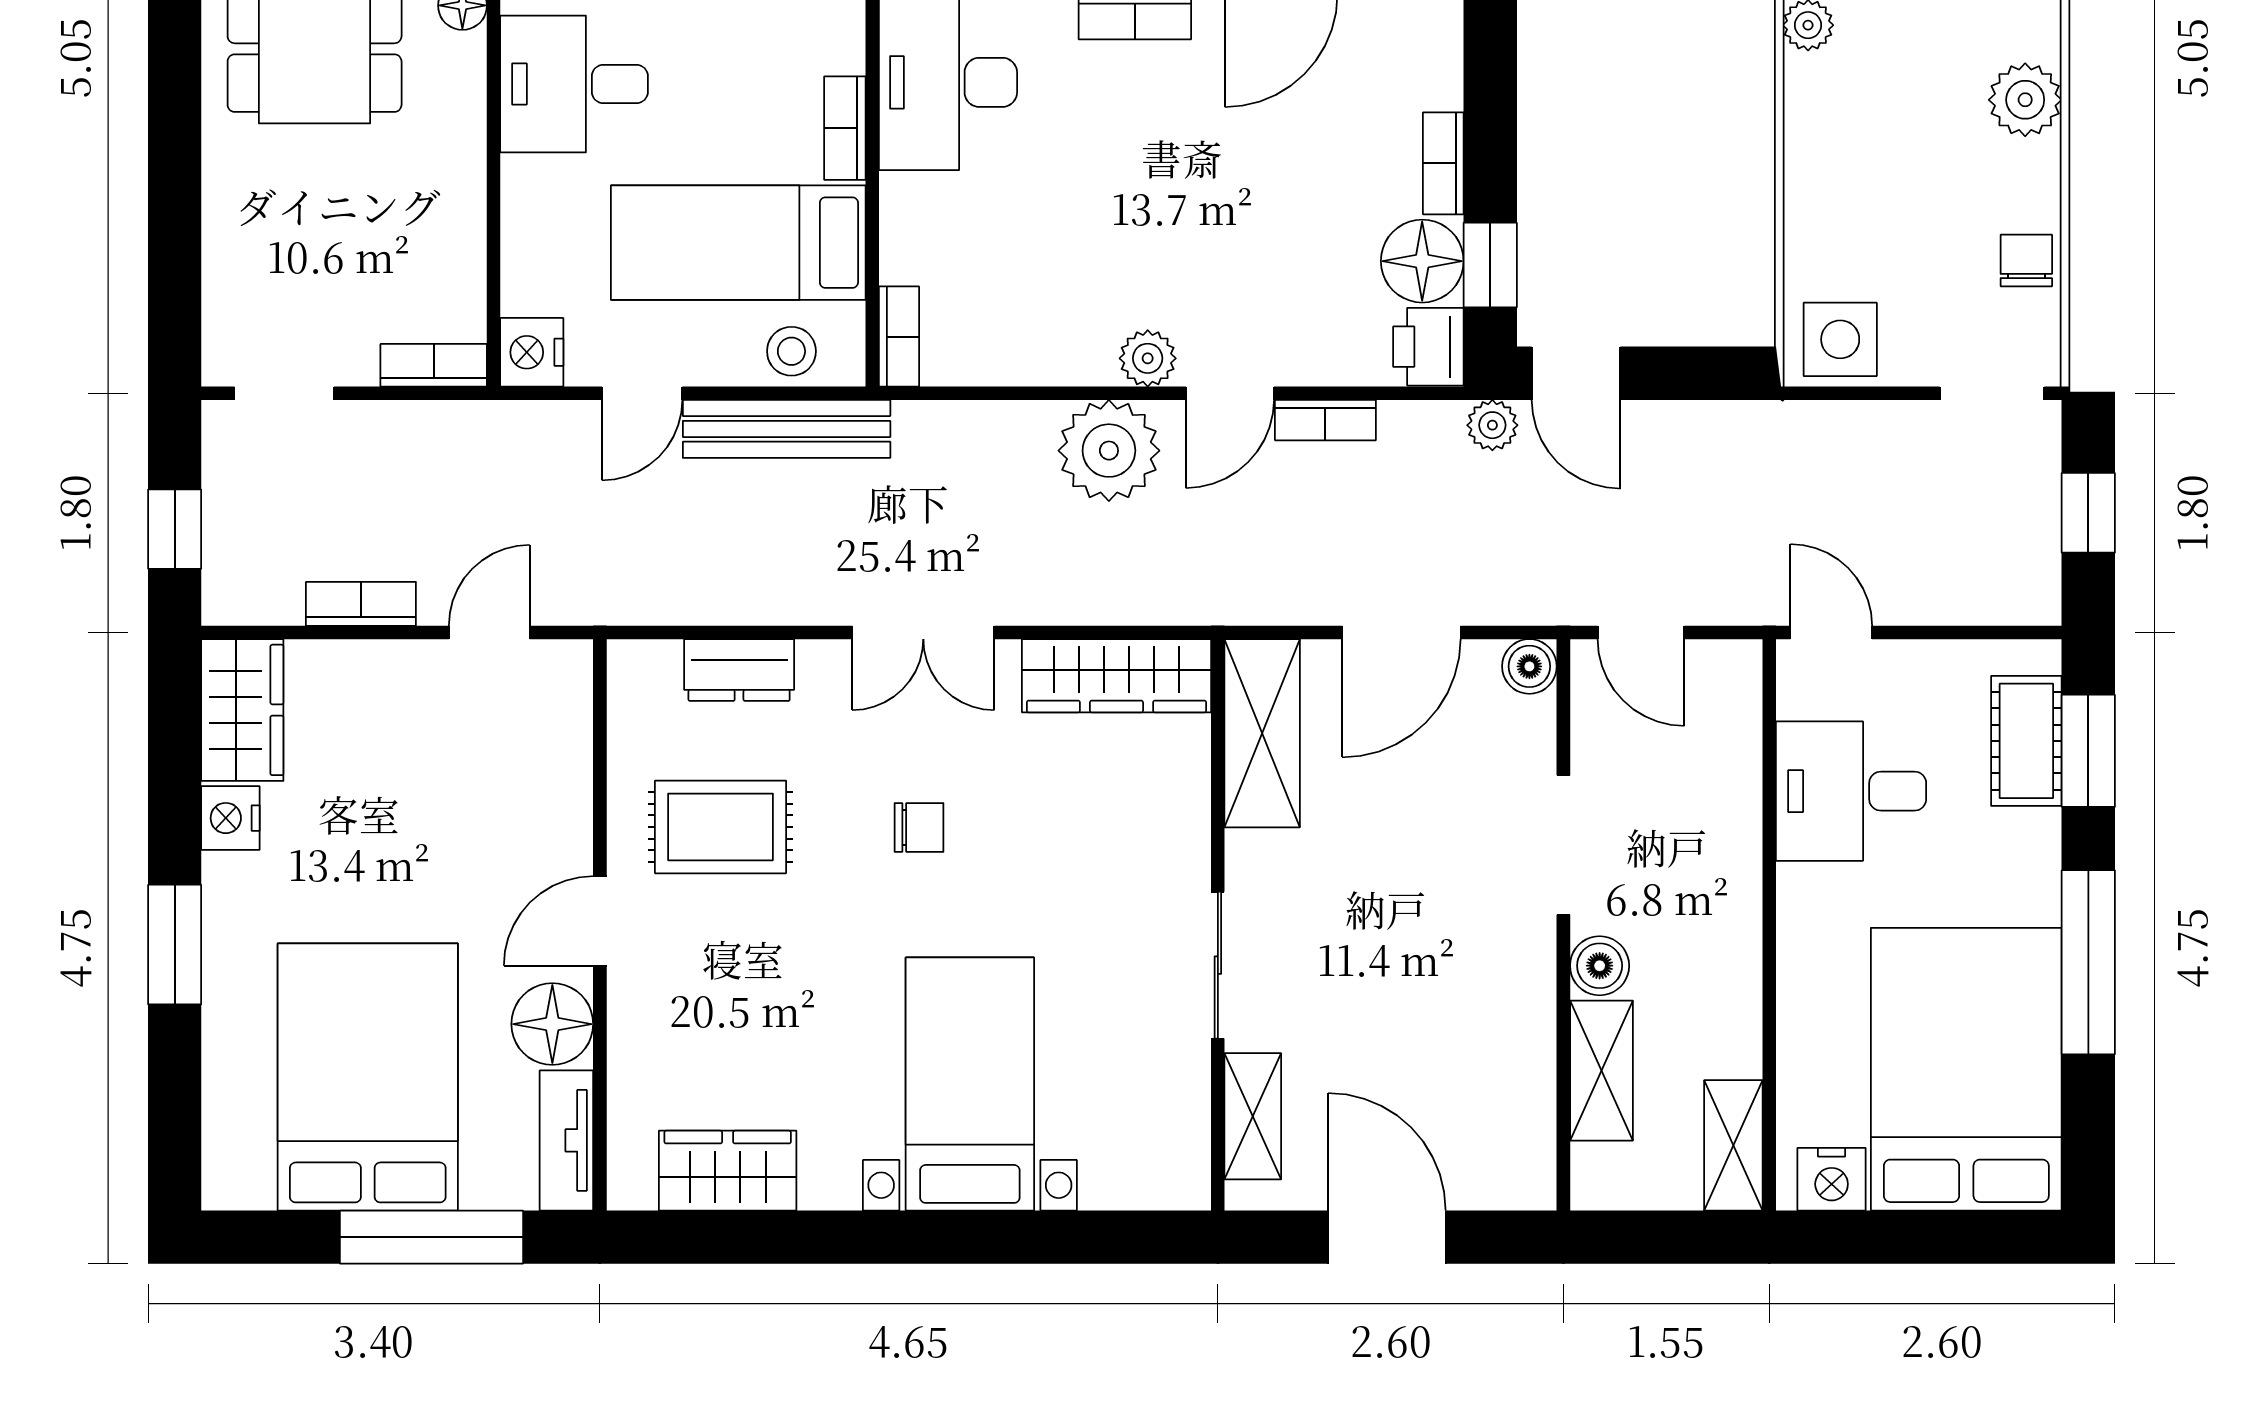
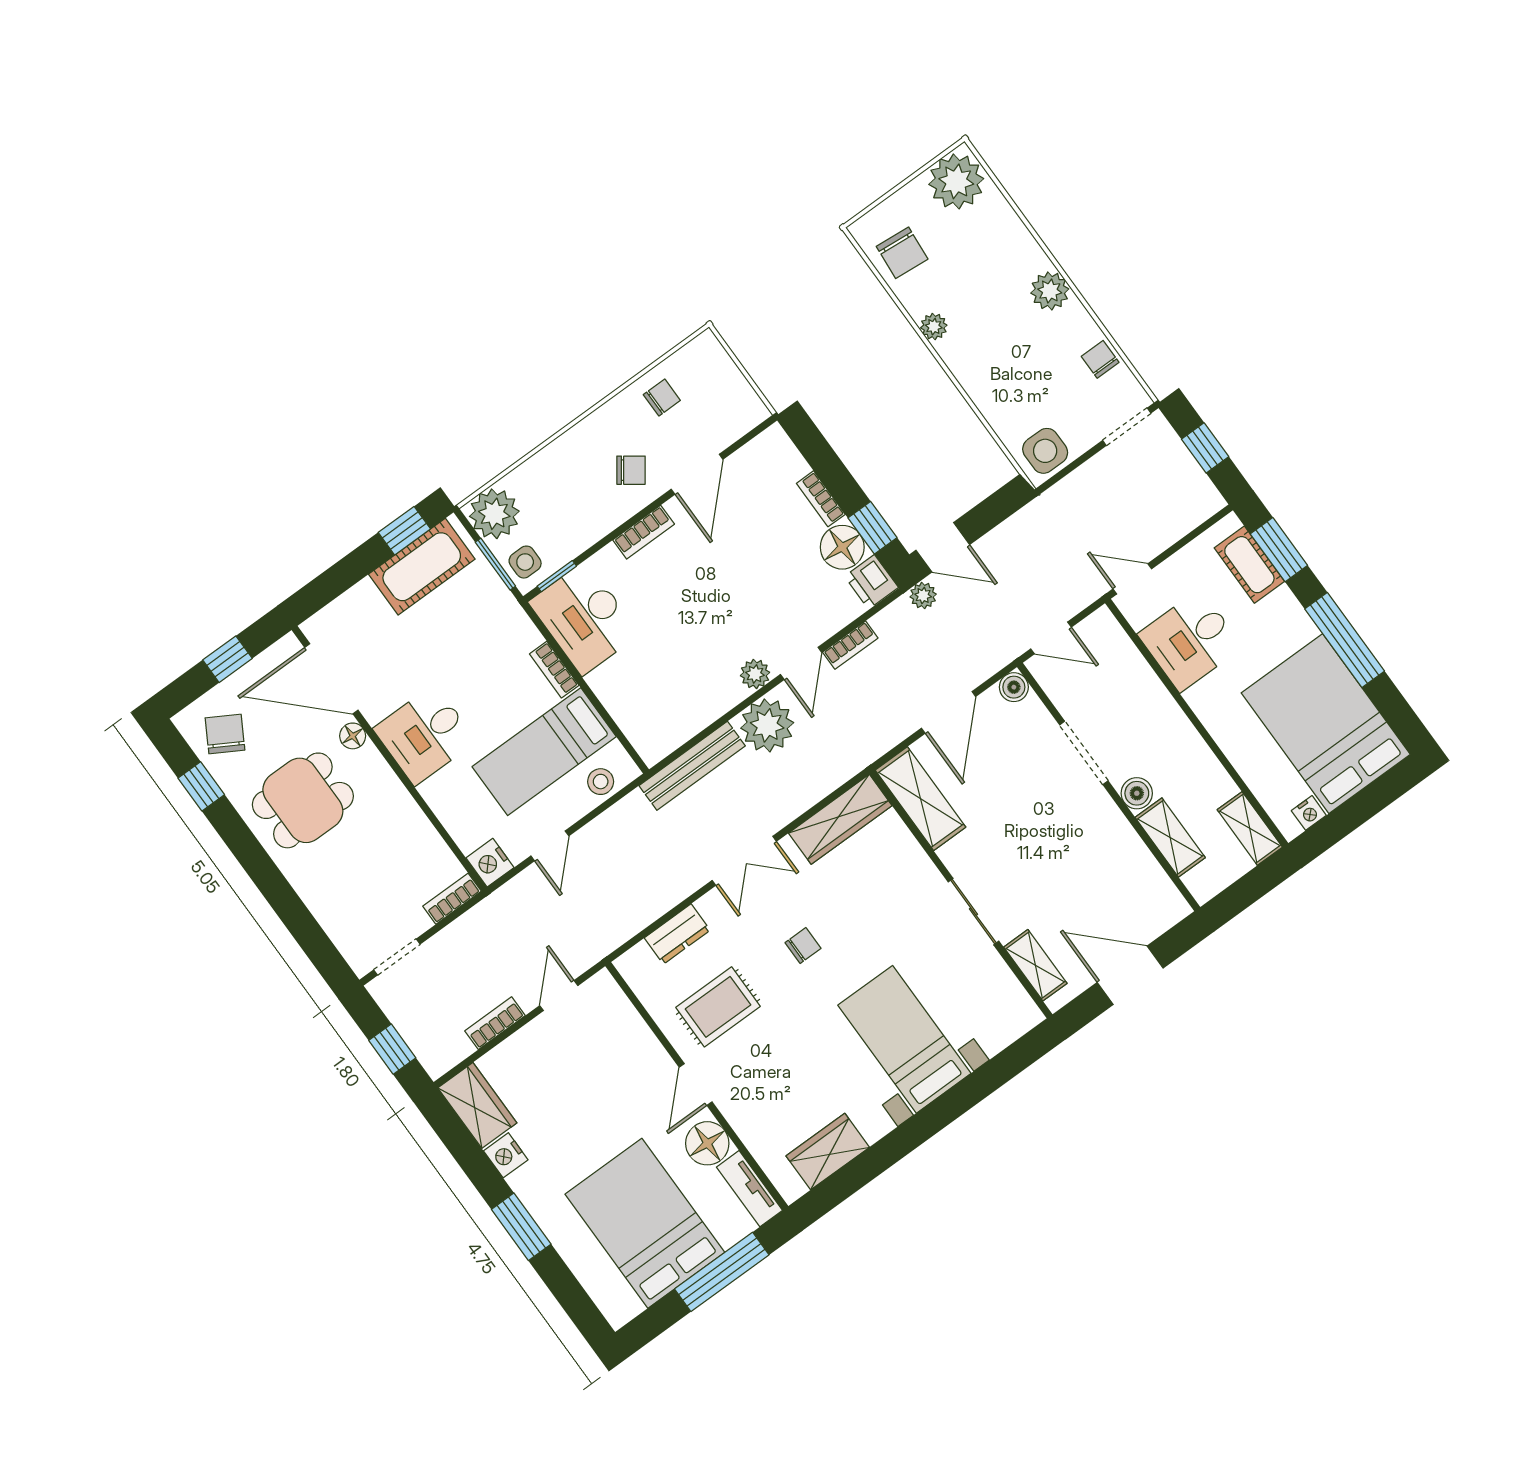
bookcase: (899, 337) -> (642, 742), removed
bench: (787, 429) -> (692, 766), moved
nightstand: (1832, 1179) -> (1309, 813), width x0.72, depth x0.74

